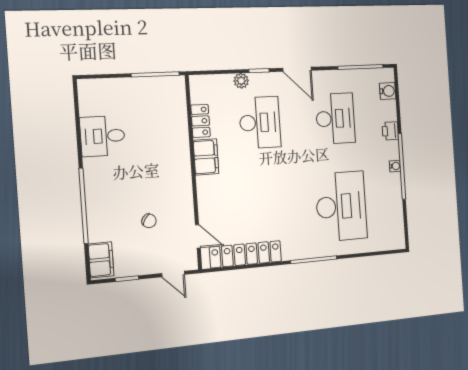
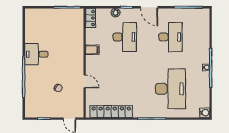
water cooler: (388, 91) -> (205, 113), moved
locker: (200, 121) -> (91, 18), moved
printer: (390, 131) -> (205, 46), removed
desk: (103, 136) -> (36, 54), moved
filing cabinet: (206, 157) -> (92, 50), width x0.50
door: (198, 236) -> (85, 81), moved
filing cabinet: (101, 260) -> (31, 107), removed

